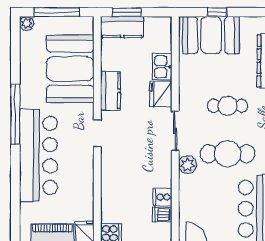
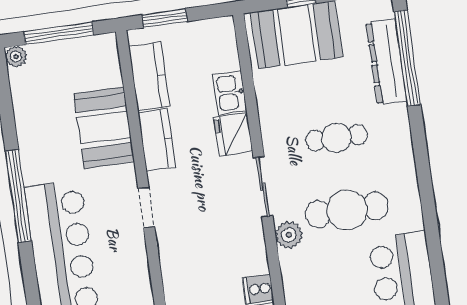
kitchen counter: (122, 27) -> (149, 76), moved, turned -90
booth: (70, 69) -> (104, 128), width x0.73, depth x0.70

